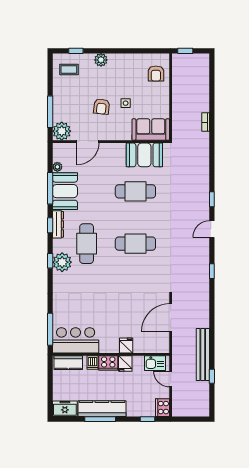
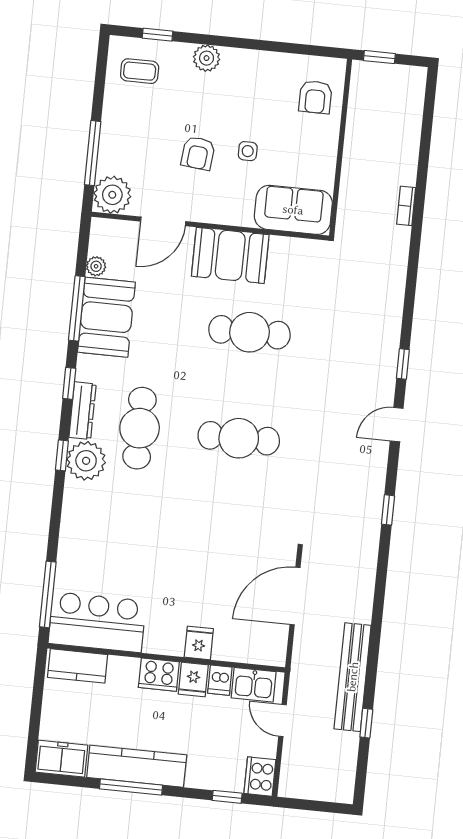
booth: (144, 155) -> (230, 255), moved
dresser: (58, 224) -> (83, 411), moved
dishwasher: (92, 363) -> (220, 680), moved

